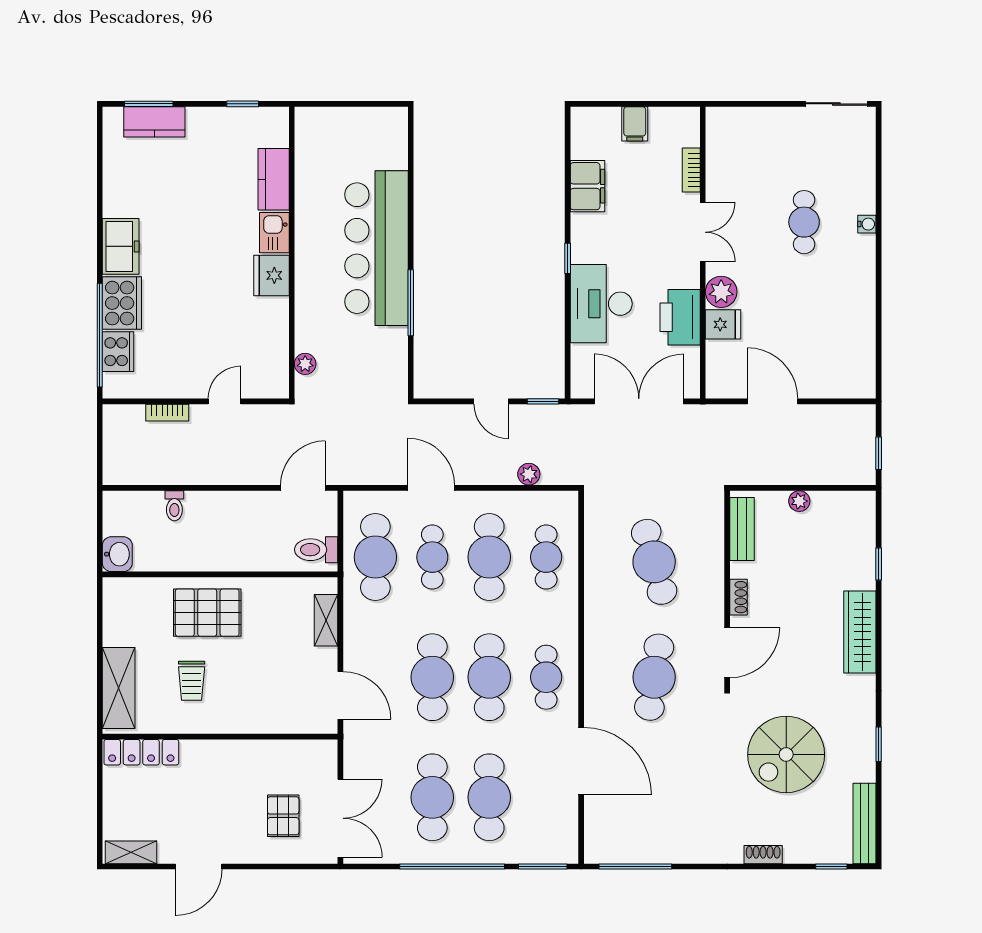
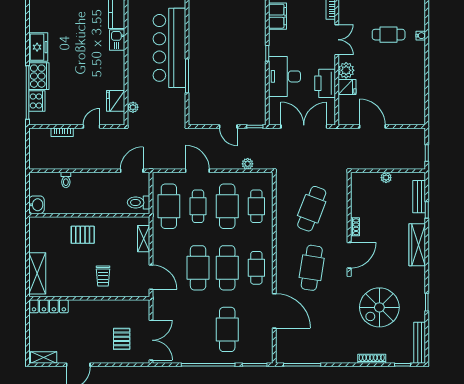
cafe table: (804, 222) -> (389, 35), turned 90
fridge: (271, 275) -> (116, 101), moved
bench: (742, 529) -> (419, 197), moved
cafe table: (654, 562) -> (312, 209), turned 36
pallet: (207, 613) -> (83, 235), width x0.67, depth x0.71
trolley: (192, 681) -> (103, 276), moved
cafe table: (432, 797) -> (198, 329), removed
shoe rack: (763, 855) -> (372, 359), width x1.43

